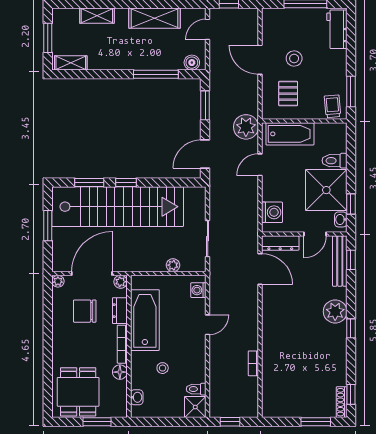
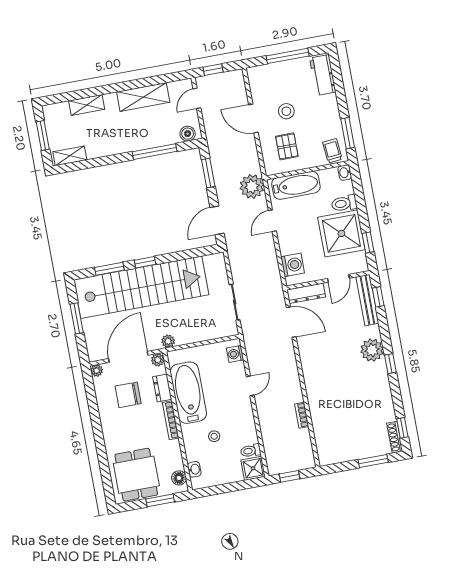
washbasin: (341, 219) -> (345, 173), moved
plant: (173, 265) -> (168, 341), moved
floor lamp: (120, 372) -> (179, 478), moved

